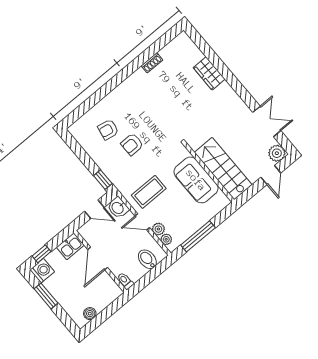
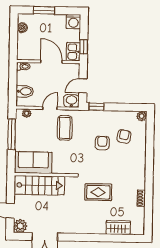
wardrobe: (209, 73) -> (118, 228), moved
rug: (181, 108) -> (98, 192), added
sofa: (196, 180) -> (33, 163), moved
plant: (158, 229) -> (142, 116), moved
window: (42, 254) -> (84, 47), moved
window: (46, 296) -> (44, 10), moved

